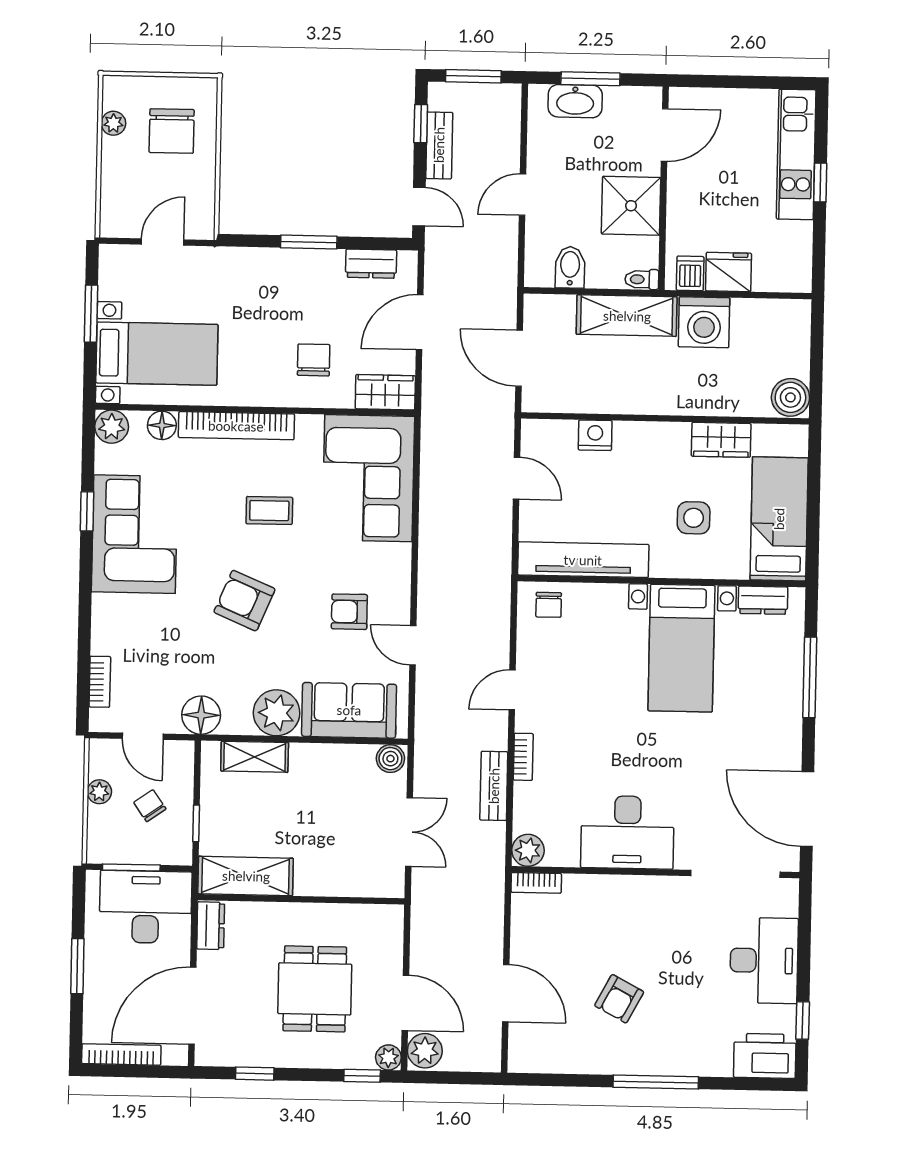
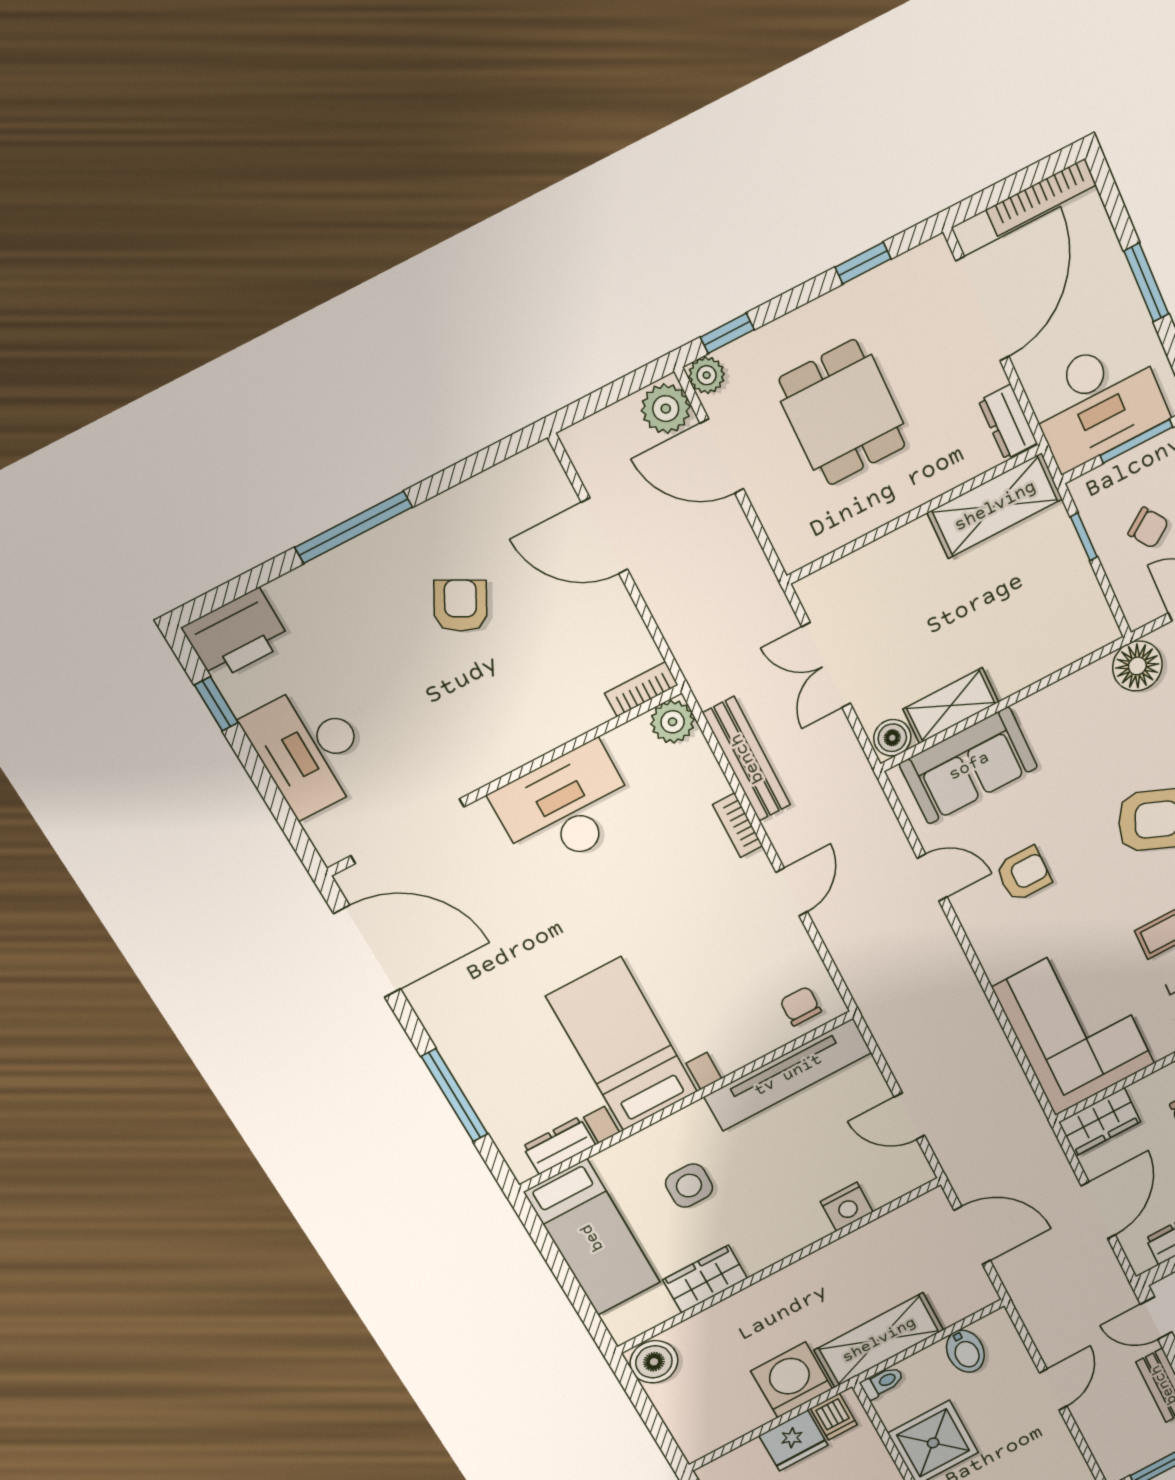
plant: (277, 713) -> (1051, 717), removed
shelving: (255, 757) -> (951, 706), moved
bench: (494, 786) -> (747, 759), width x1.36

